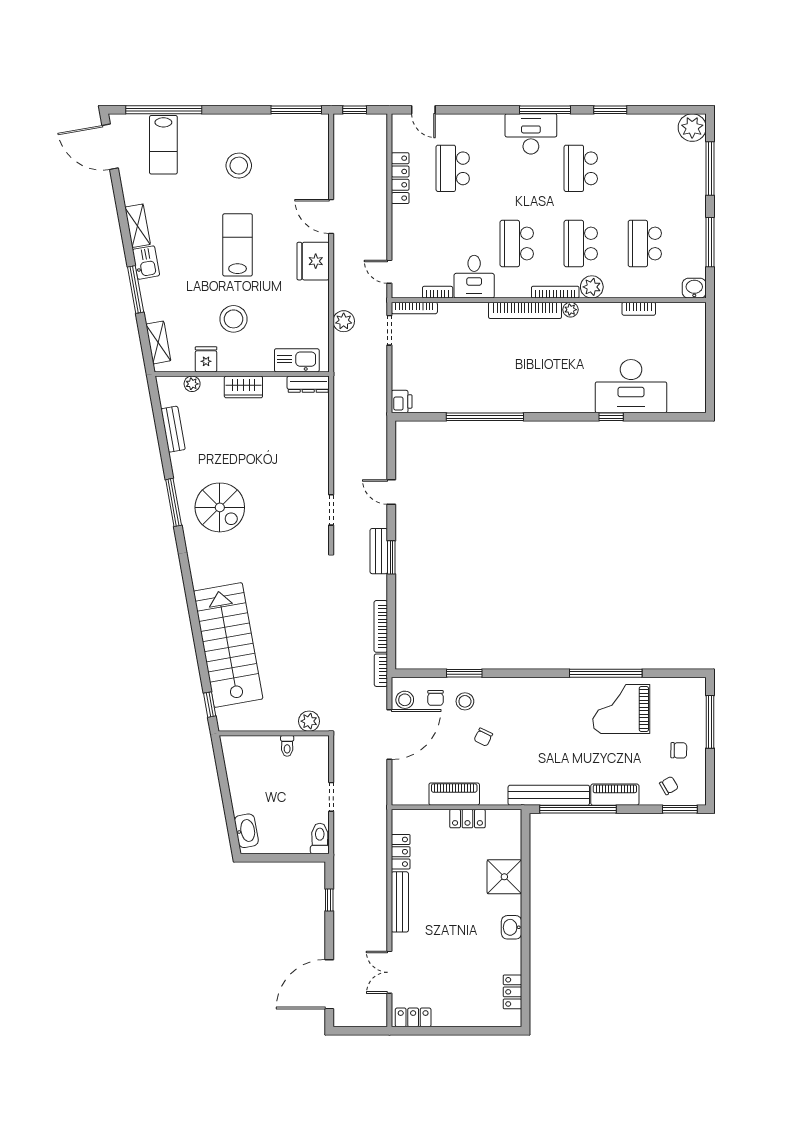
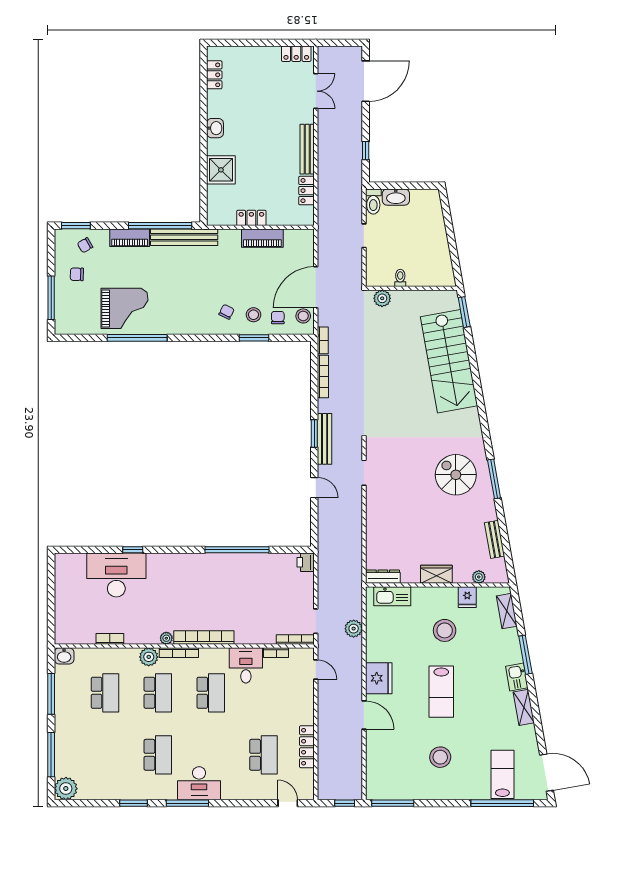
bench: (379, 551) -> (325, 439), width x1.36
window: (210, 705) -> (464, 312), width x1.50
chair: (483, 737) -> (227, 312), moved
washbasin: (246, 831) -> (396, 197), moved, turned -80

